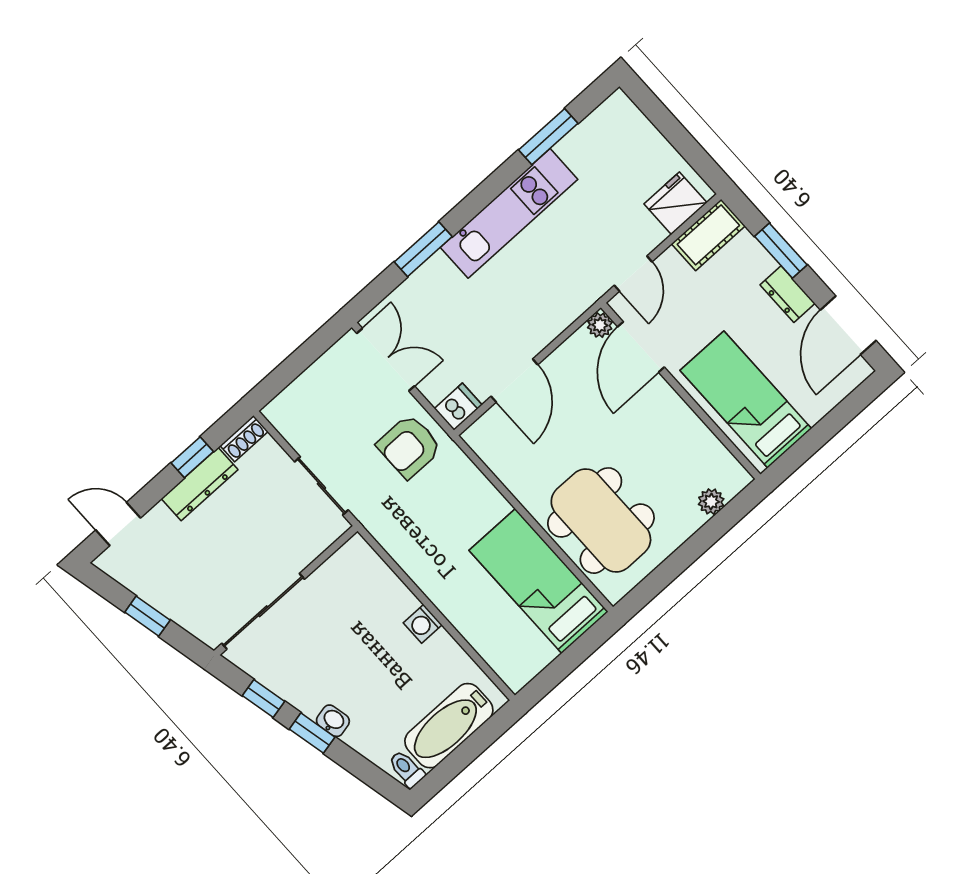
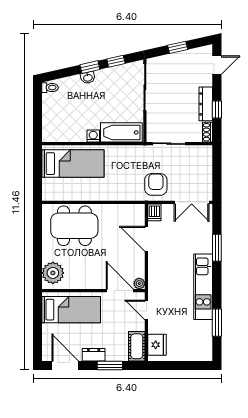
plant: (711, 502) -> (53, 273), width x1.87, depth x1.87
bed: (539, 581) -> (73, 164), moved
bathtub: (449, 726) -> (121, 132), moved, turned -90

